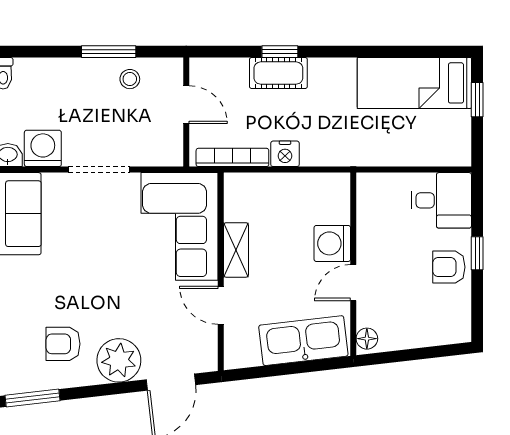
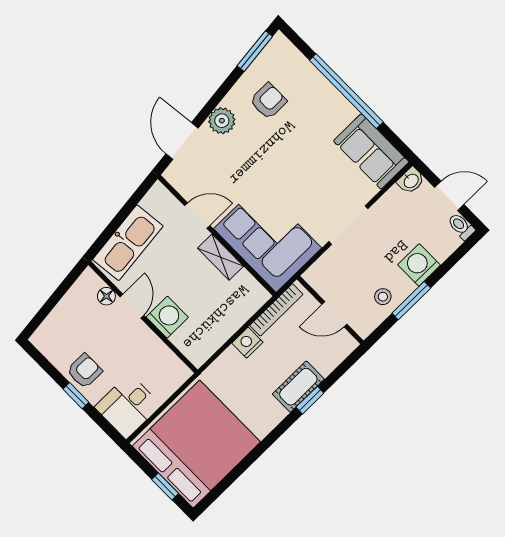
bed: (414, 83) -> (196, 444), width x2.04
washing machine: (43, 148) -> (419, 265), moved, turned 180
floor lamp: (367, 339) -> (106, 296), moved
plant: (119, 360) -> (222, 121), width x0.73, depth x0.73

